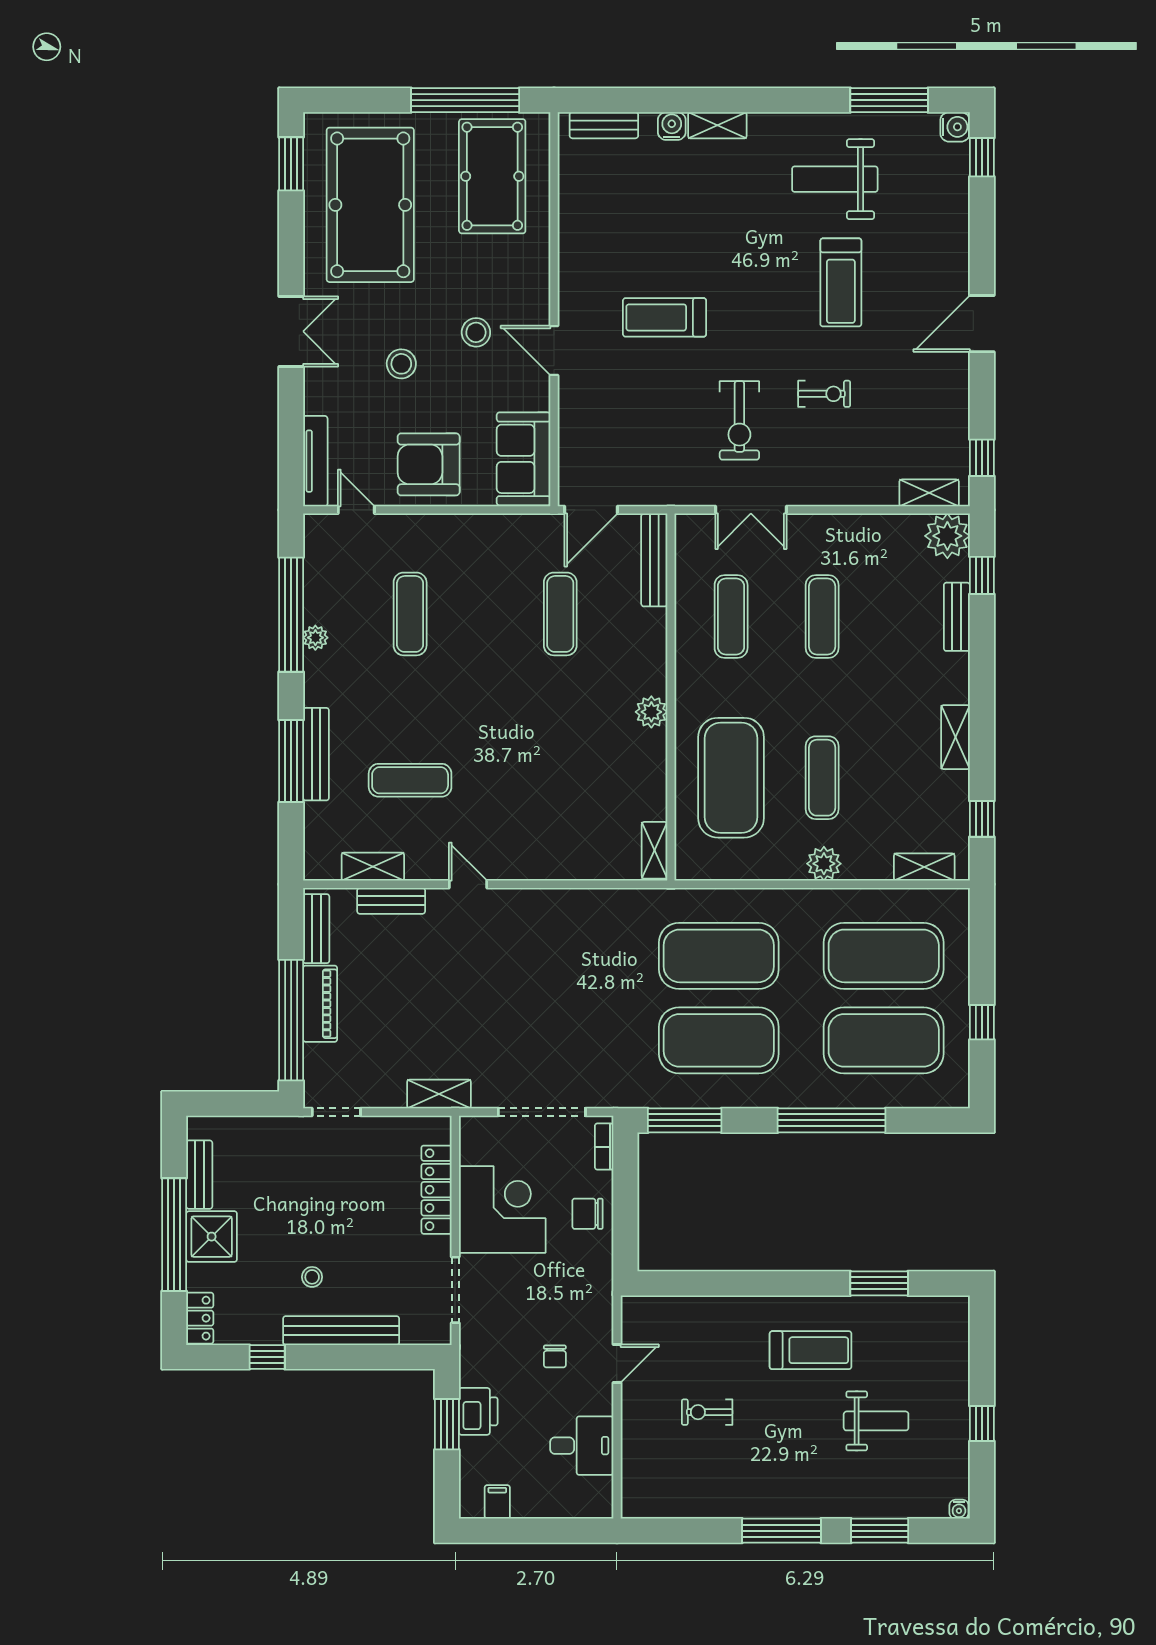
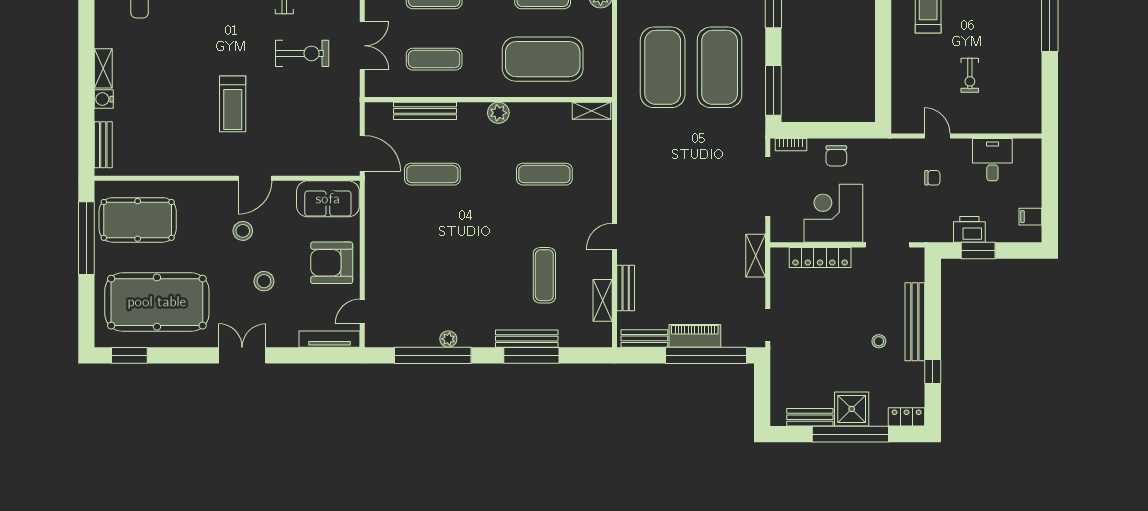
armchair: (429, 464) -> (332, 263), turned 90
bench: (654, 560) -> (425, 111), moved
exercise mat: (410, 614) -> (544, 174), moved

